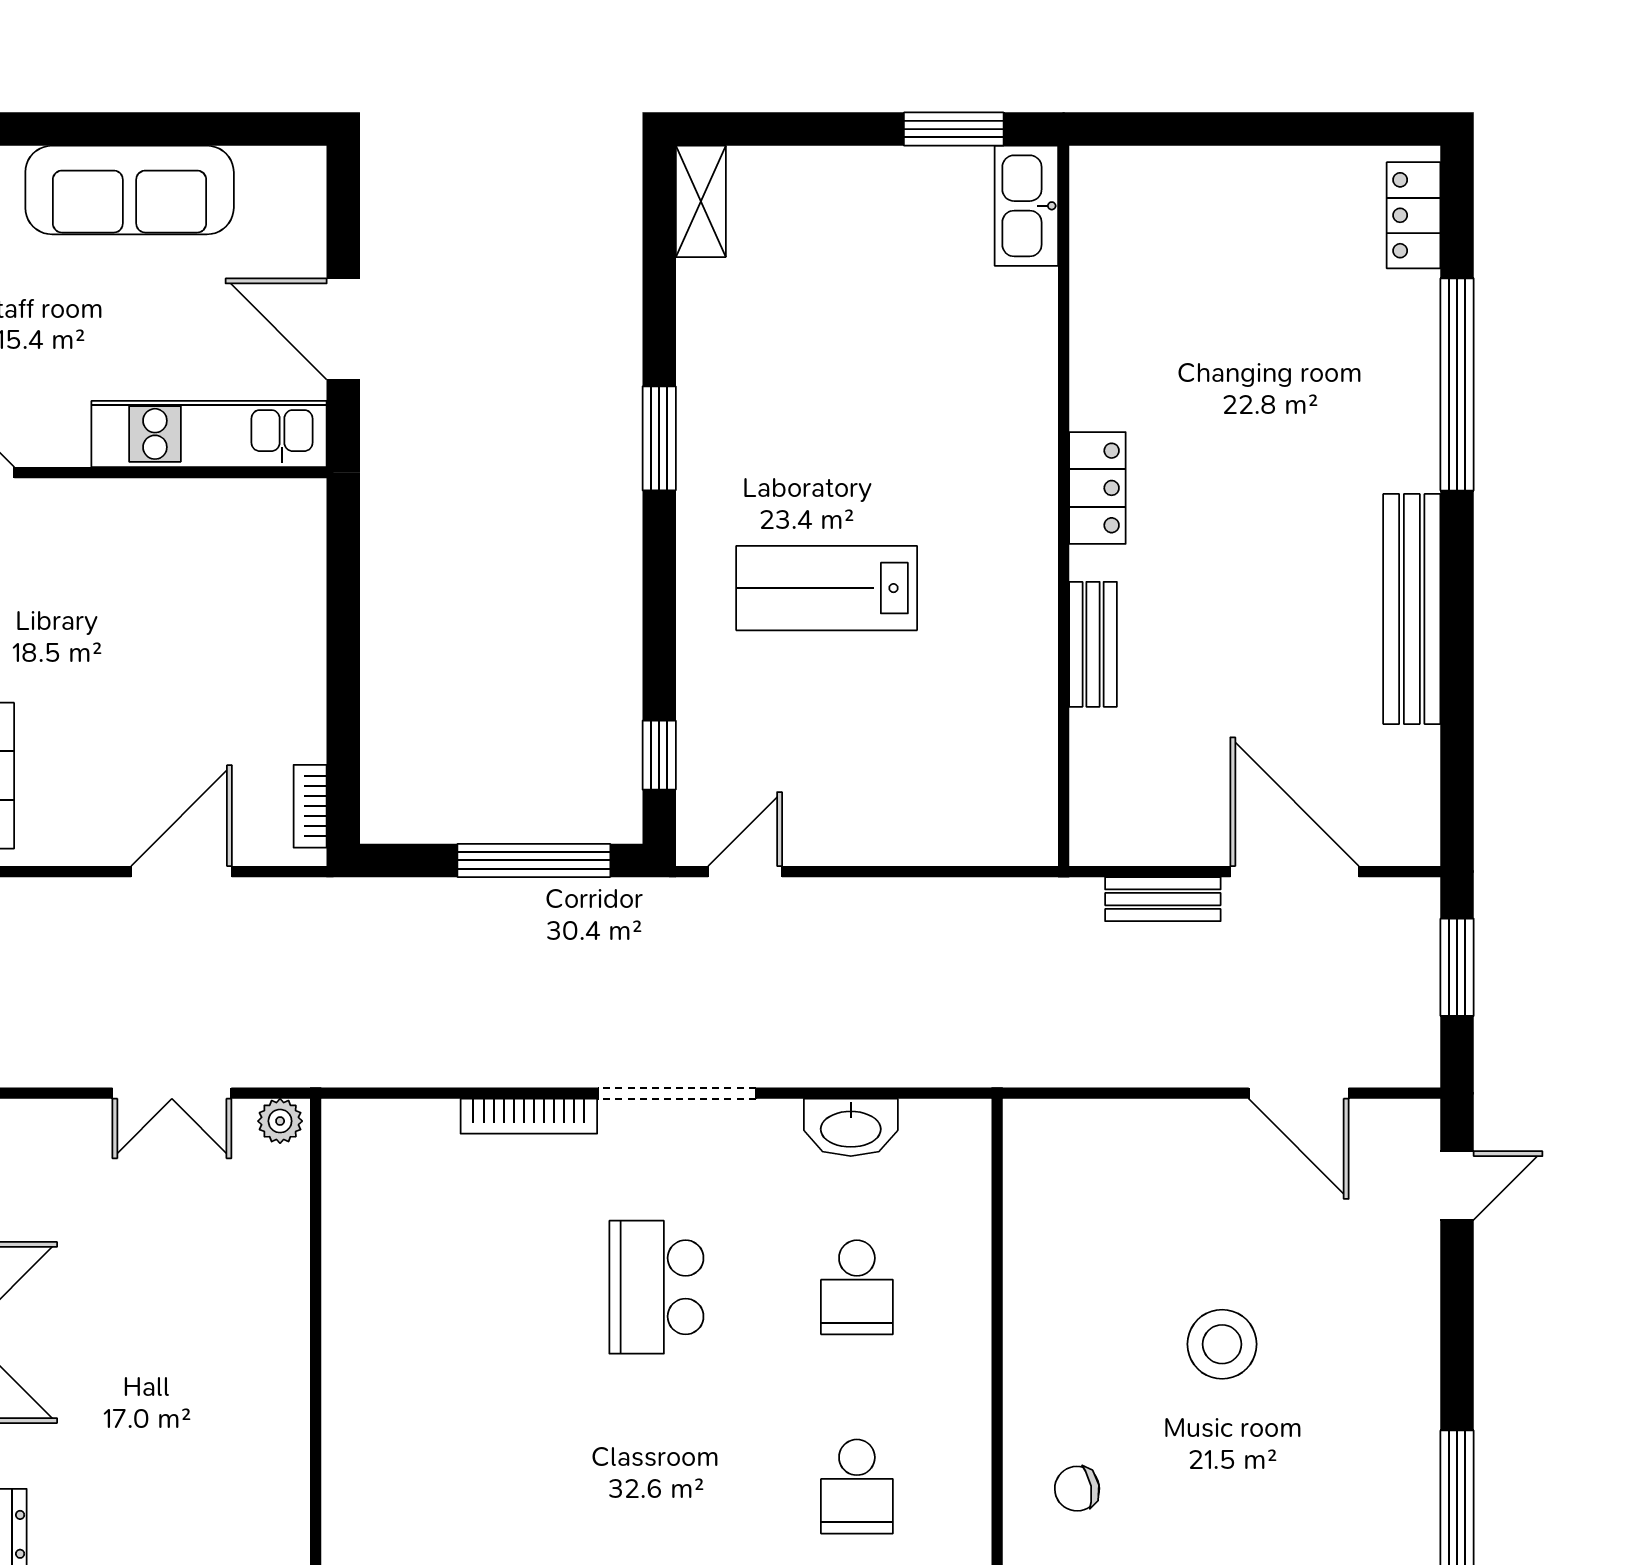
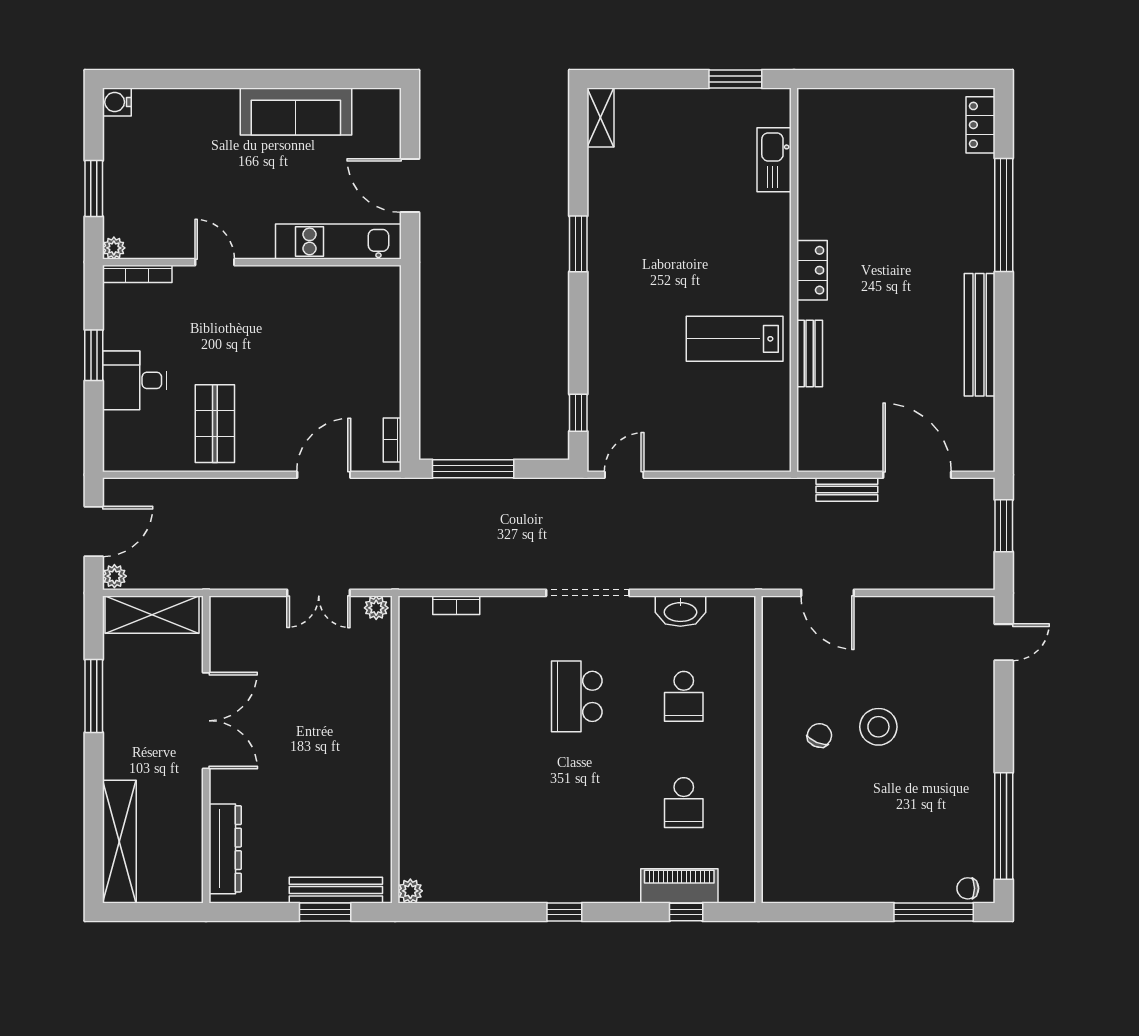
kitchen sink: (1026, 206) -> (774, 160), moved
lab bench: (827, 588) -> (735, 339), moved
window: (534, 860) -> (473, 469), moved
door: (1299, 1093) -> (827, 593), moved
bookcase: (529, 1116) -> (456, 605), moved, width x0.64
chair: (1077, 1489) -> (819, 735), moved, turned 123

